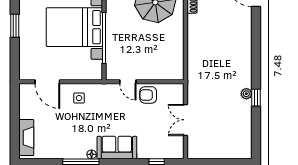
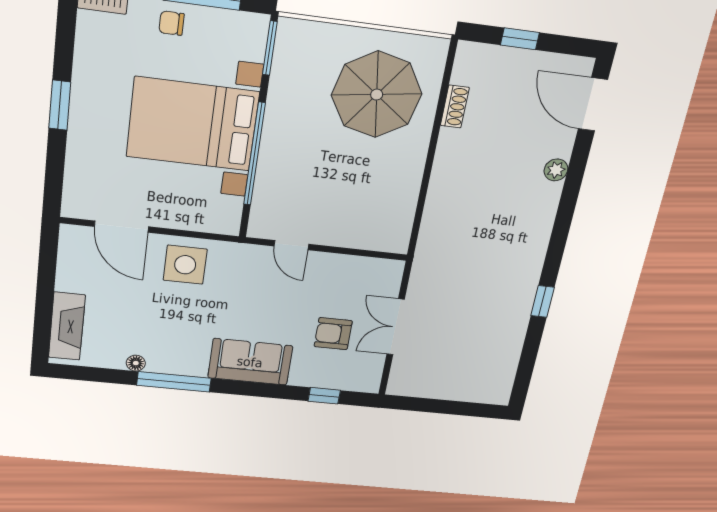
plant: (246, 94) -> (556, 170), moved
armchair: (148, 95) -> (333, 334), moved
side table: (79, 98) -> (185, 265), width x1.87, depth x1.87
floor lamp: (92, 154) -> (136, 363), moved

